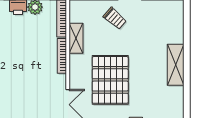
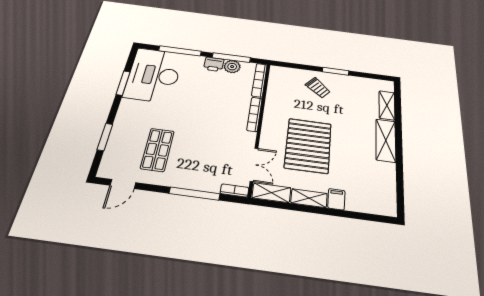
shelving: (76, 38) -> (387, 105), moved

